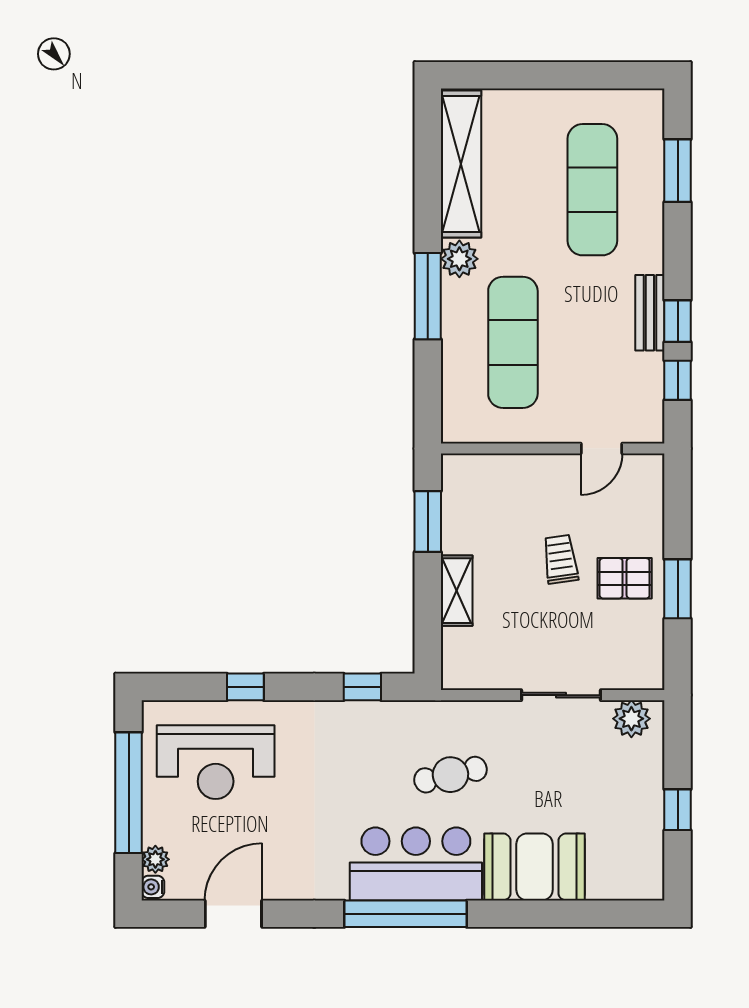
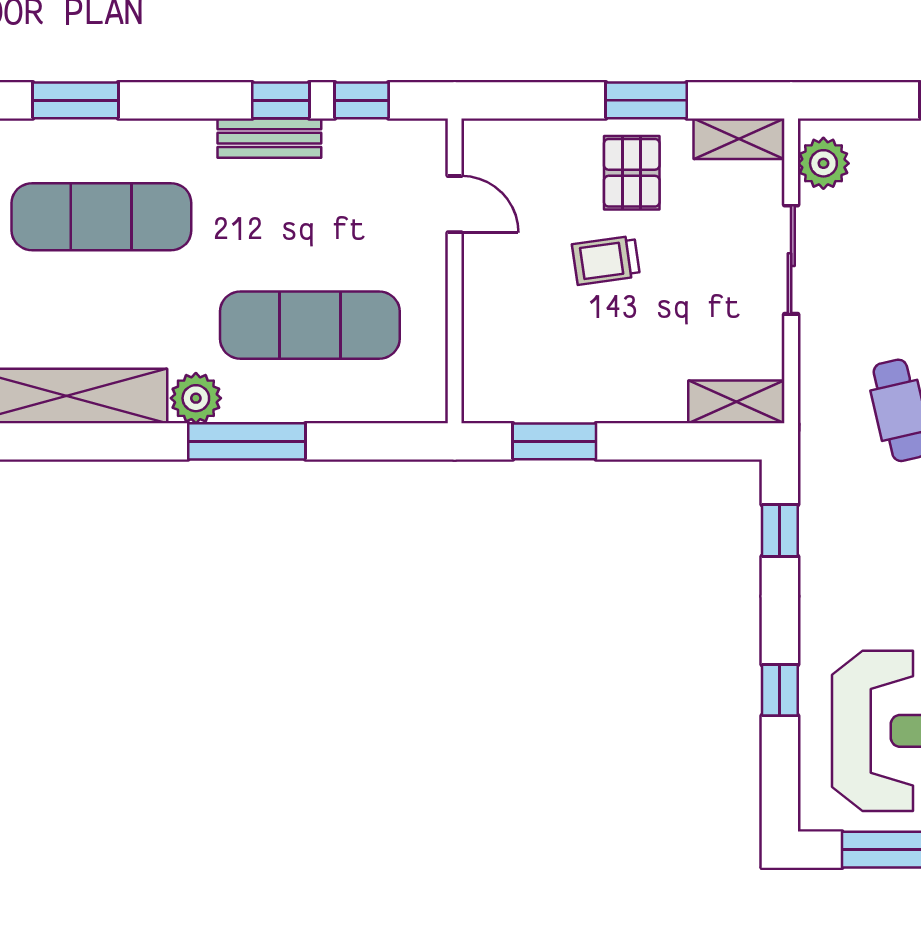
shelving: (457, 591) -> (736, 402), moved
shelving: (649, 657) -> (739, 139), added

